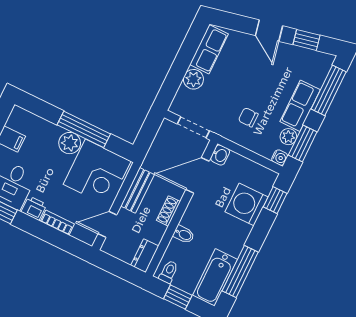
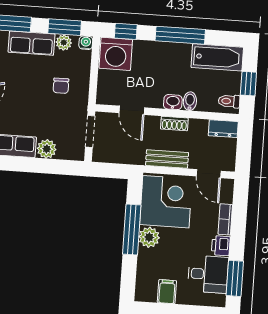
washbasin: (220, 155) -> (173, 102), moved
door: (197, 175) -> (132, 110), width x0.73
washing machine: (247, 204) -> (116, 54), moved
window: (240, 272) -> (180, 35), moved

